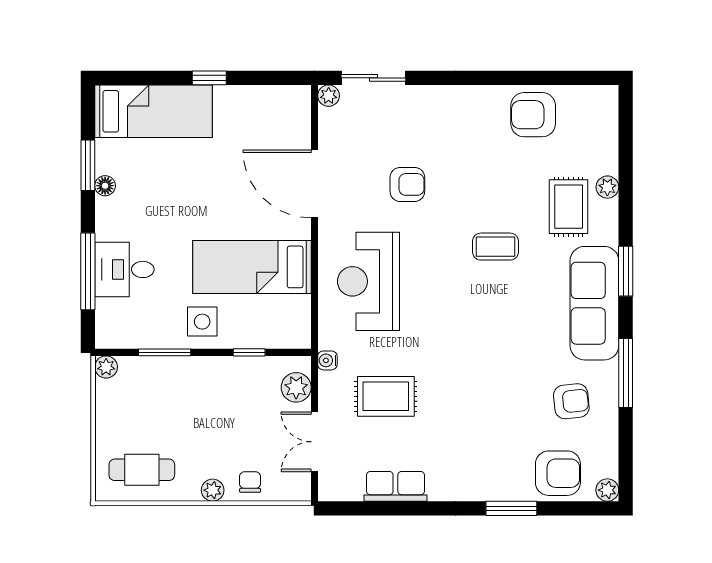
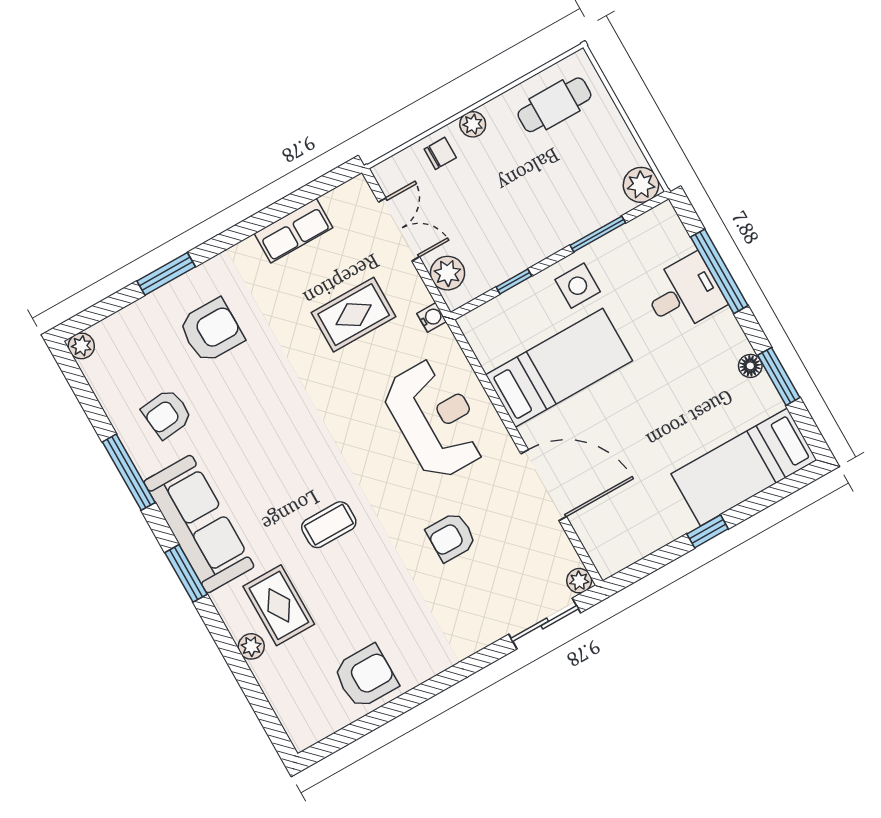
plant: (106, 367) -> (641, 185), width x1.38, depth x1.38
armchair: (558, 473) -> (211, 331), moved, turned 180
chair: (250, 482) -> (440, 153), turned -90

